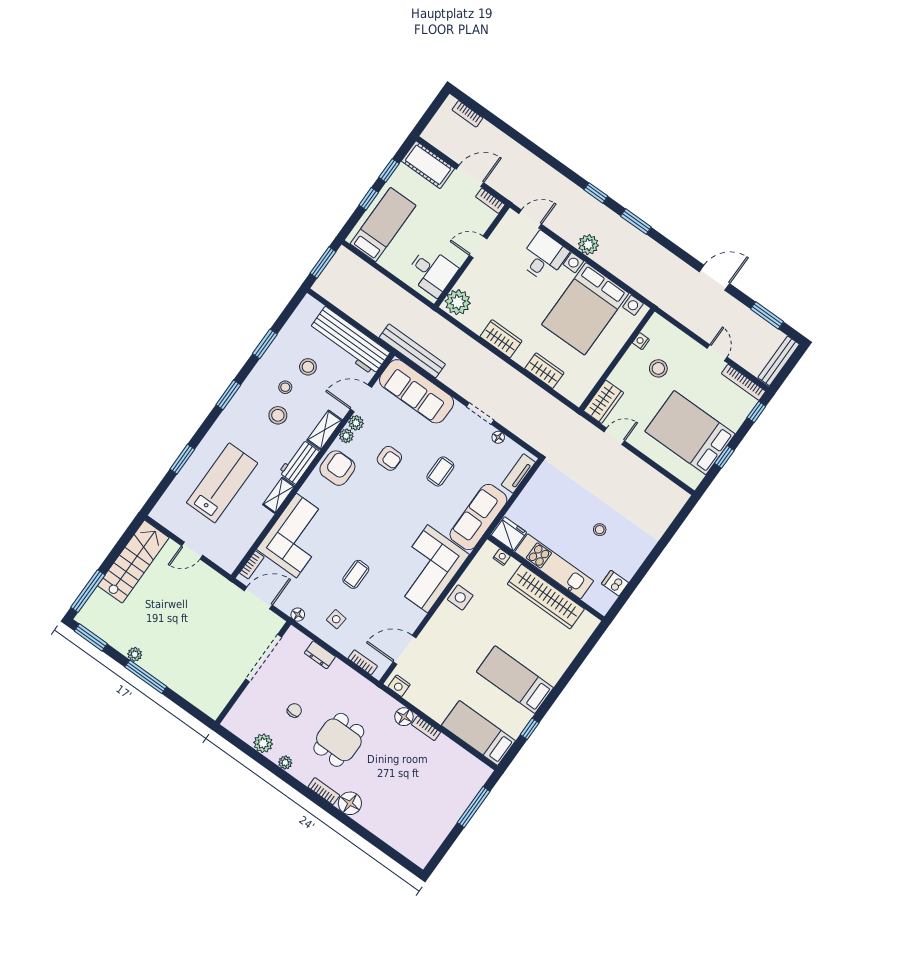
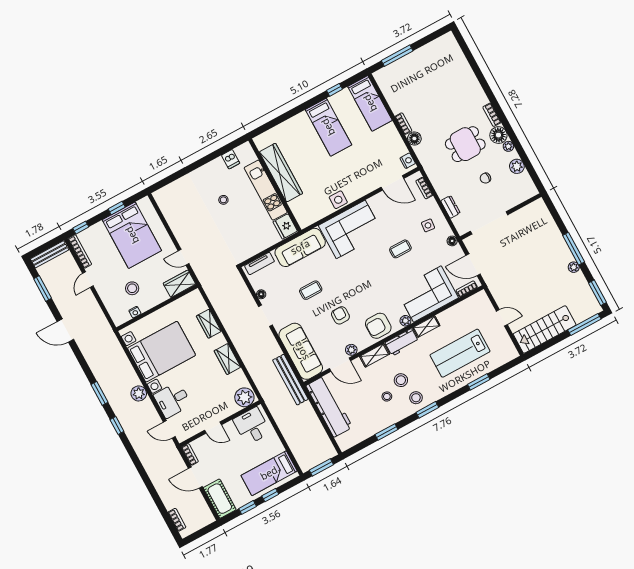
stool: (308, 367) -> (416, 398), moved
plant: (346, 436) -> (405, 321), moved
nightstand: (502, 557) -> (298, 213), removed
floor lamp: (350, 803) -> (498, 135), moved

